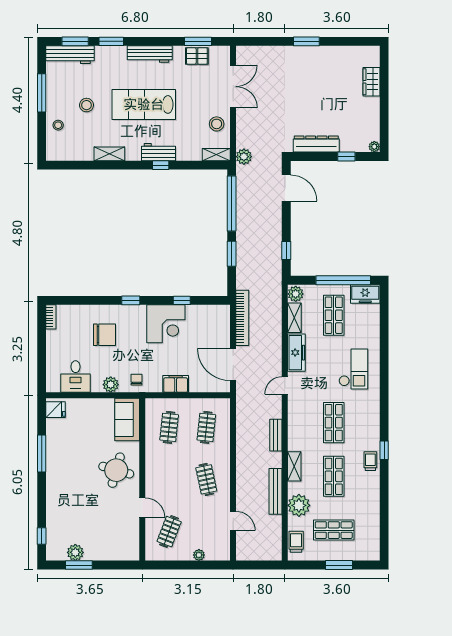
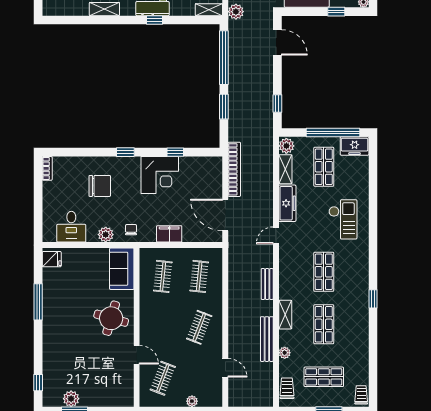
trolley: (370, 461) -> (361, 395), moved
clothes rail: (206, 479) -> (199, 327), turned 33
plant: (299, 505) -> (285, 353), width x0.53, depth x0.53

